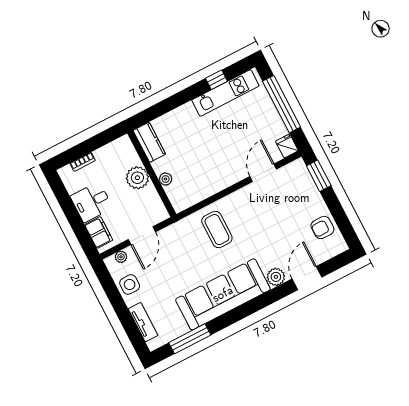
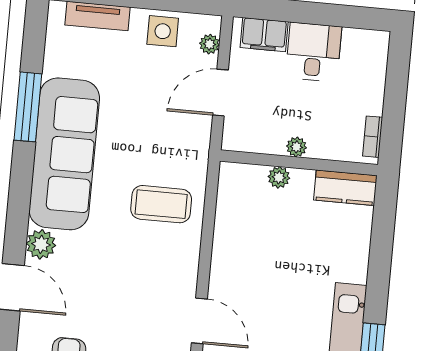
bookcase: (83, 162) -> (373, 137), moved
plant: (137, 178) -> (296, 147), width x0.53, depth x0.53
door: (142, 236) -> (221, 93), hinge flipped
window: (190, 339) -> (28, 107), moved

